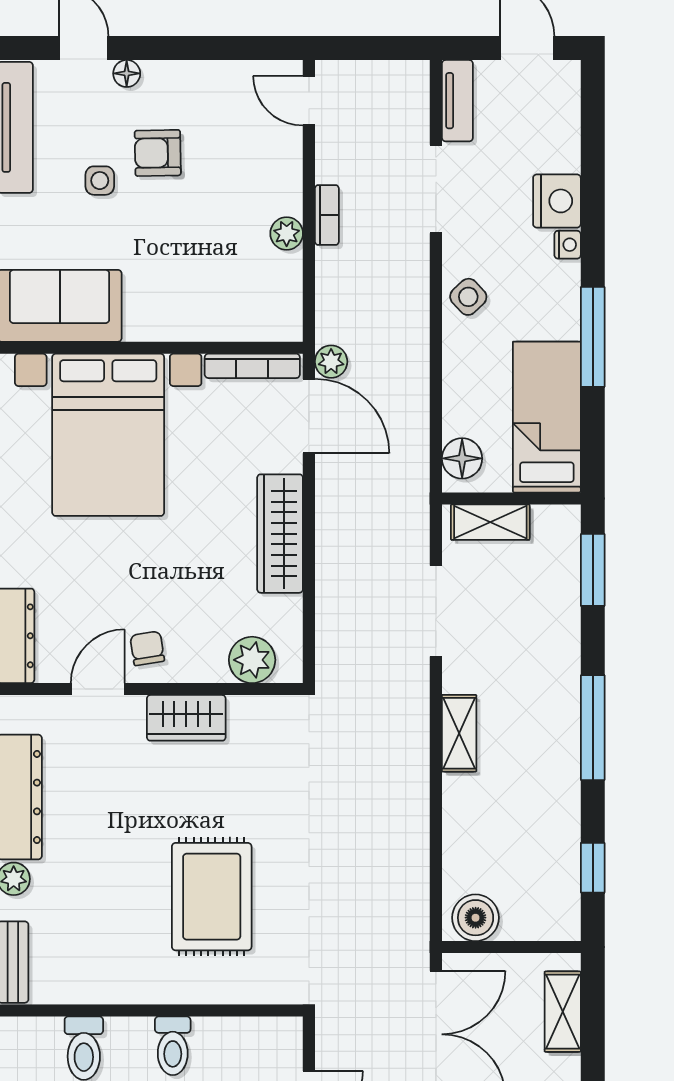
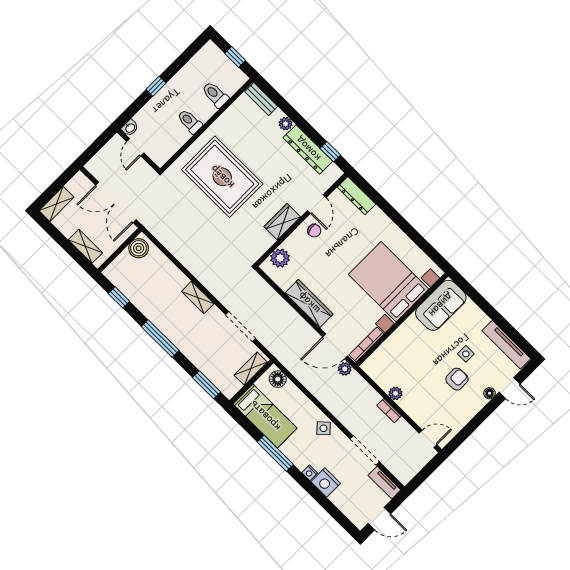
rug: (212, 897) -> (222, 177), width x1.37, depth x1.44

